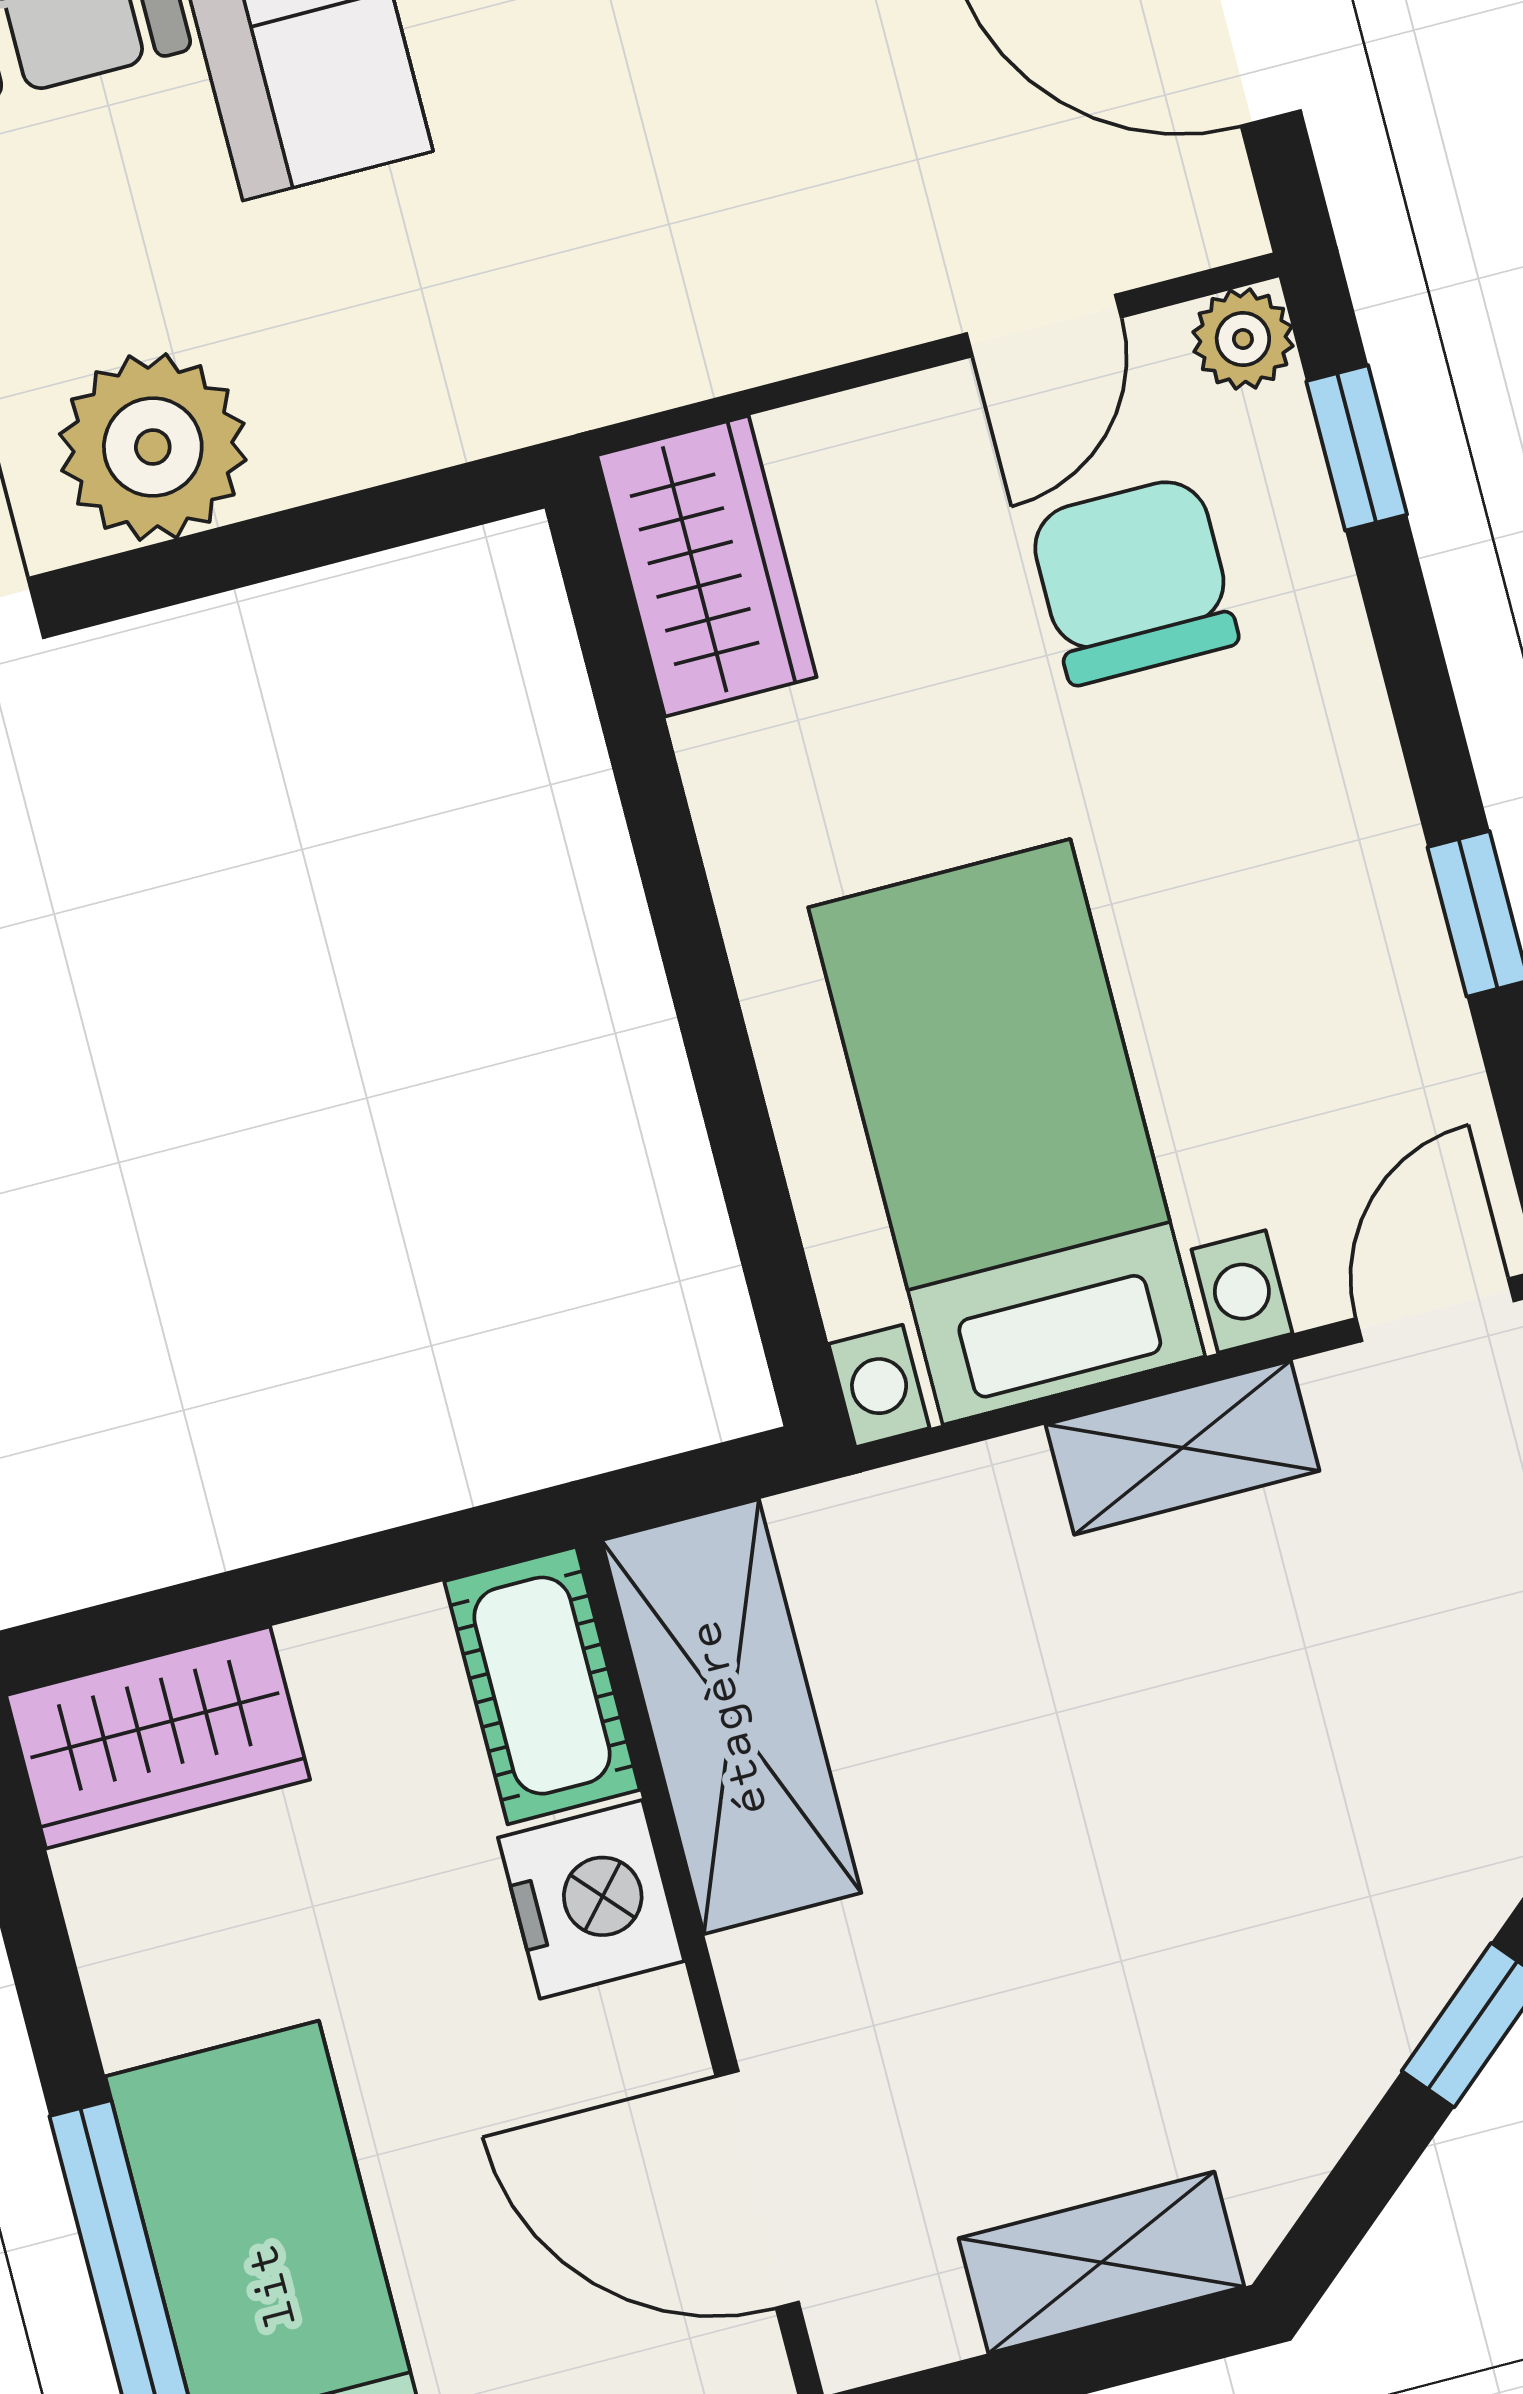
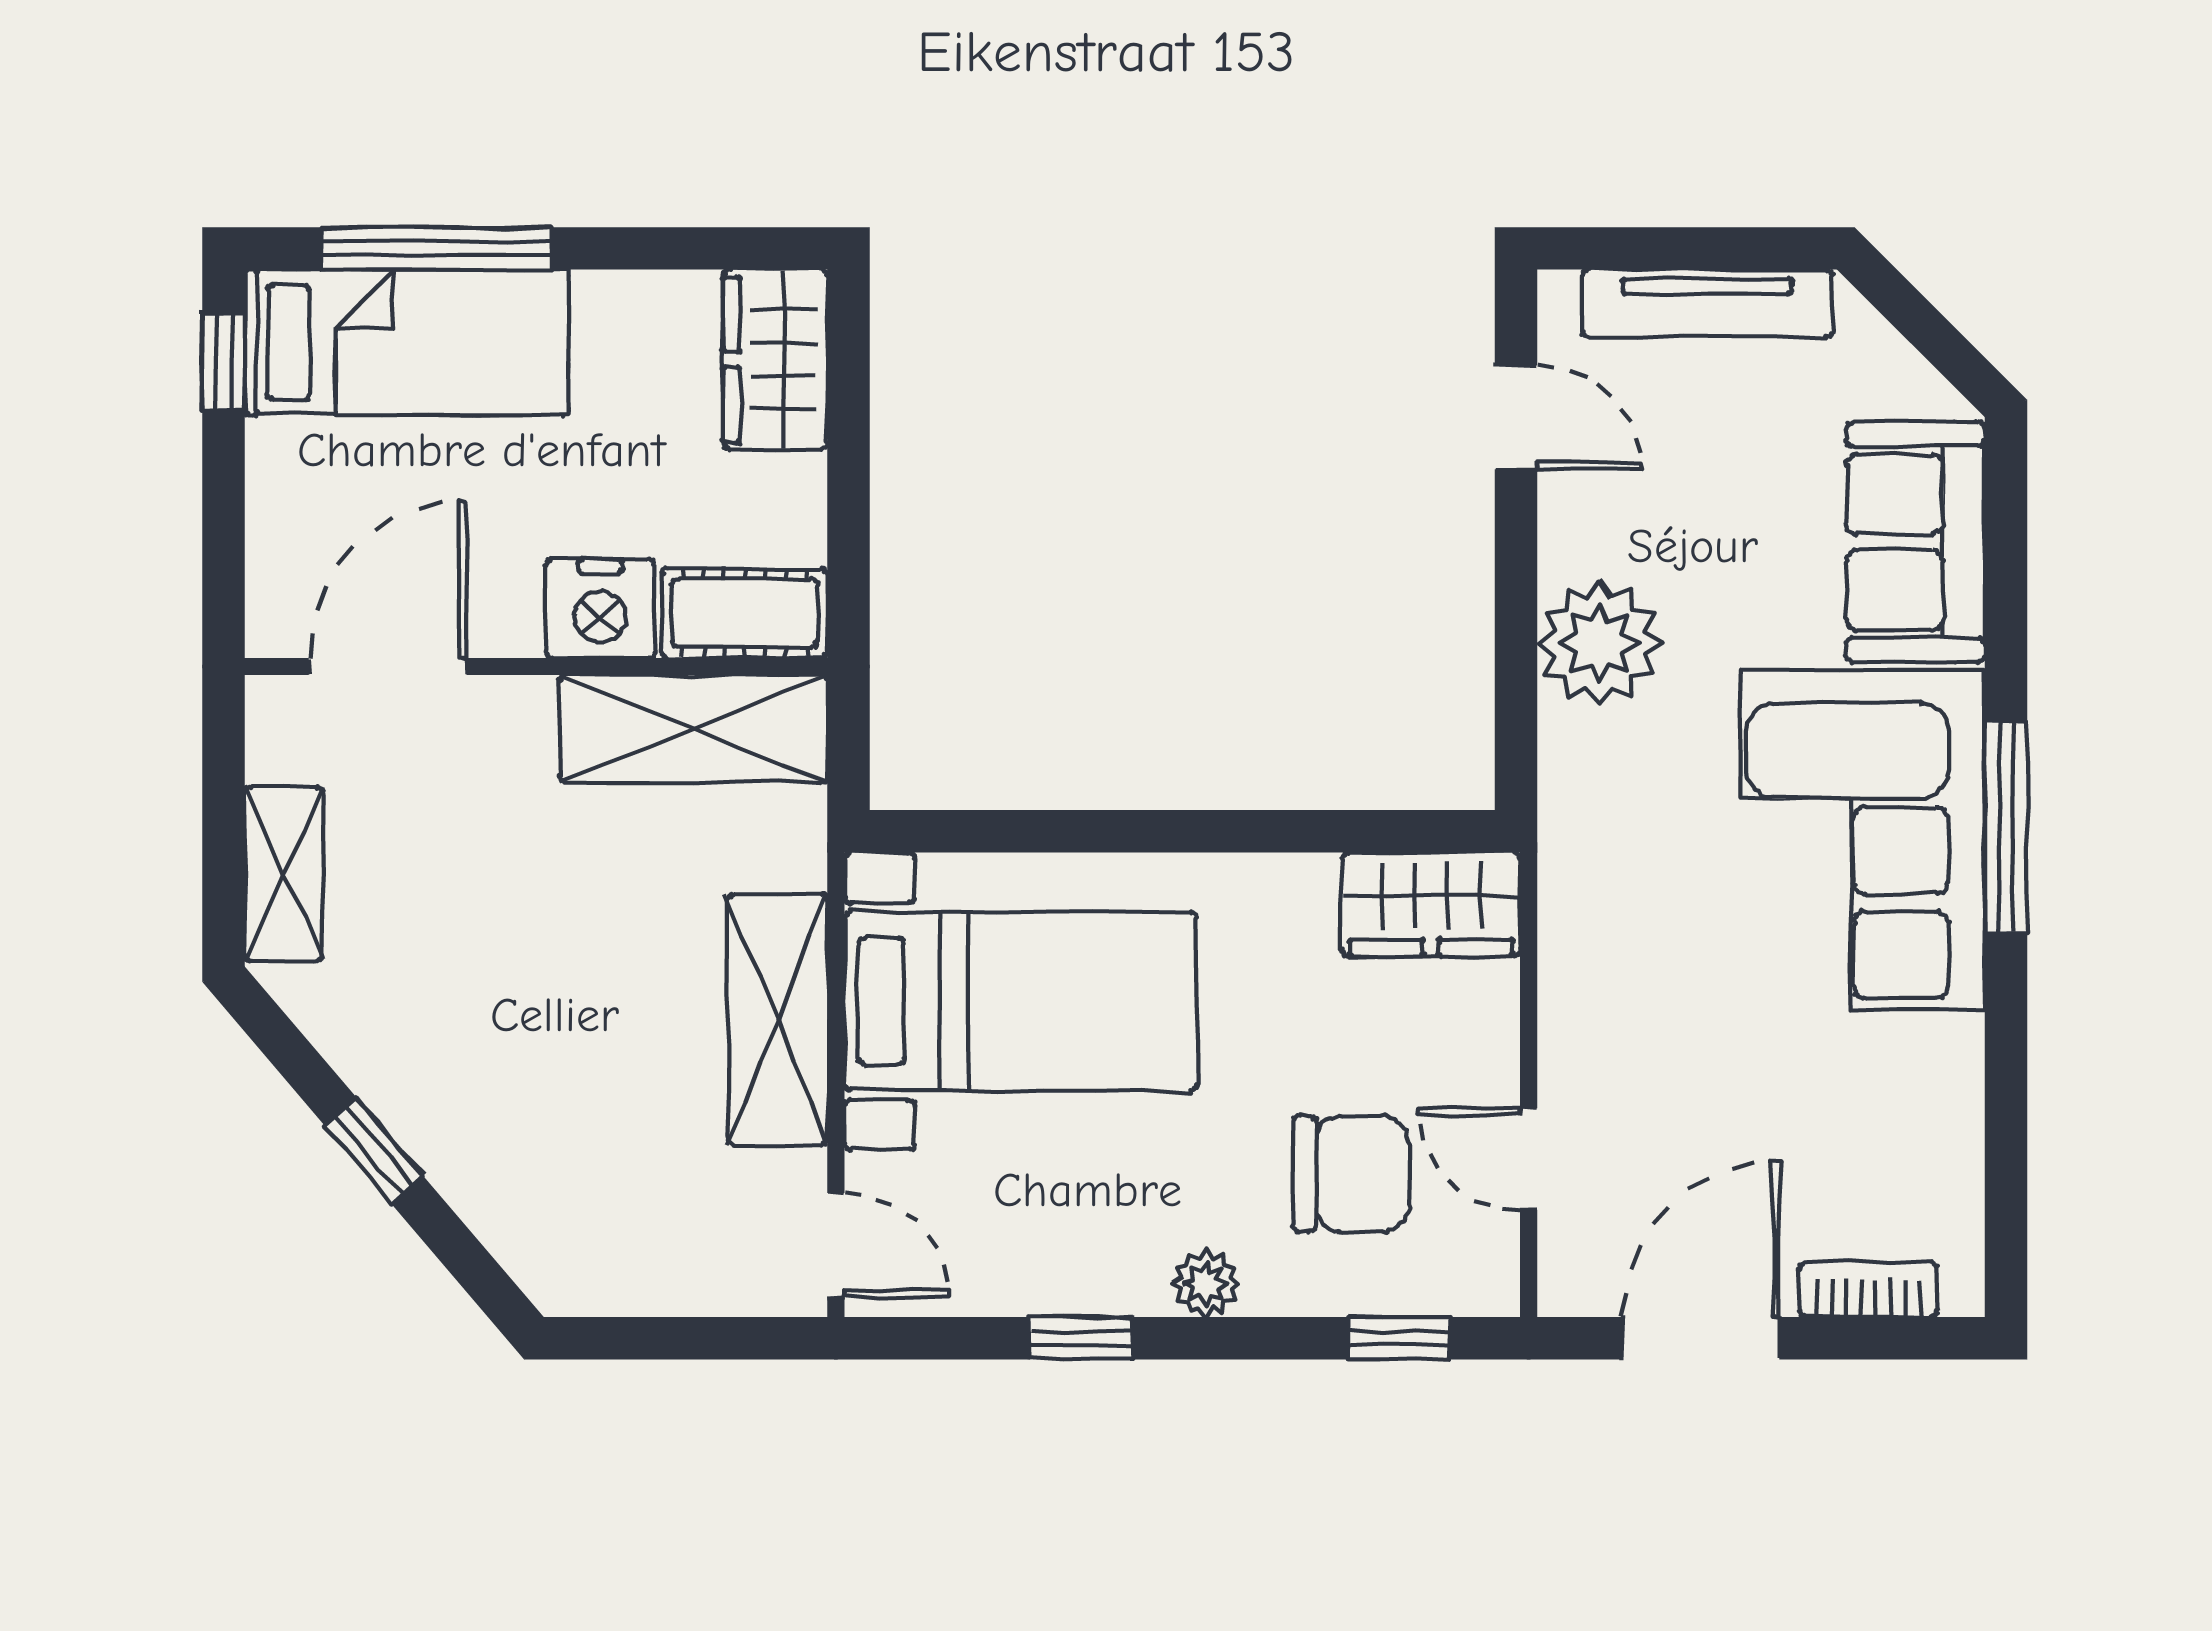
plant: (1243, 339) -> (1206, 1284), moved
plant: (153, 447) -> (1599, 643), moved
shelving: (1183, 1448) -> (777, 1019), width x1.50, depth x1.33

